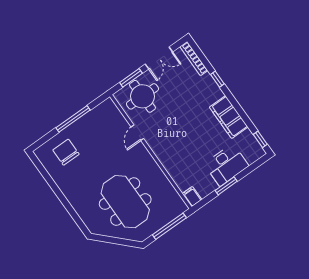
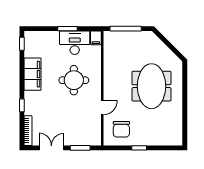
round table: (142, 96) -> (74, 80), moved
window: (73, 119) -> (139, 148), width x0.46
chair: (66, 152) -> (121, 129), moved
desk: (226, 165) -> (75, 43), moved
meeting table: (125, 202) -> (151, 86), moved

